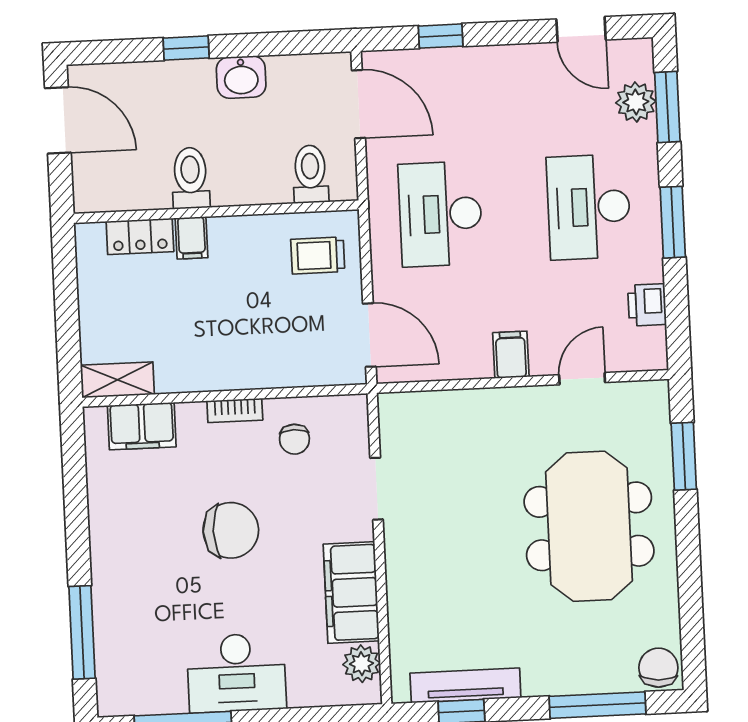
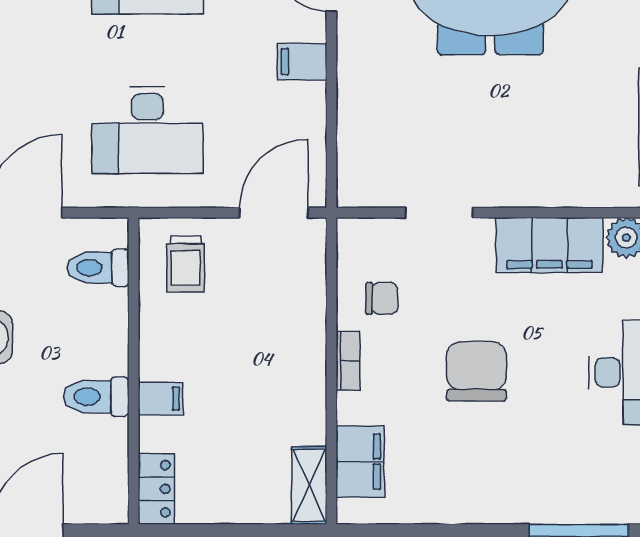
locker: (140, 236) -> (156, 489), moved

